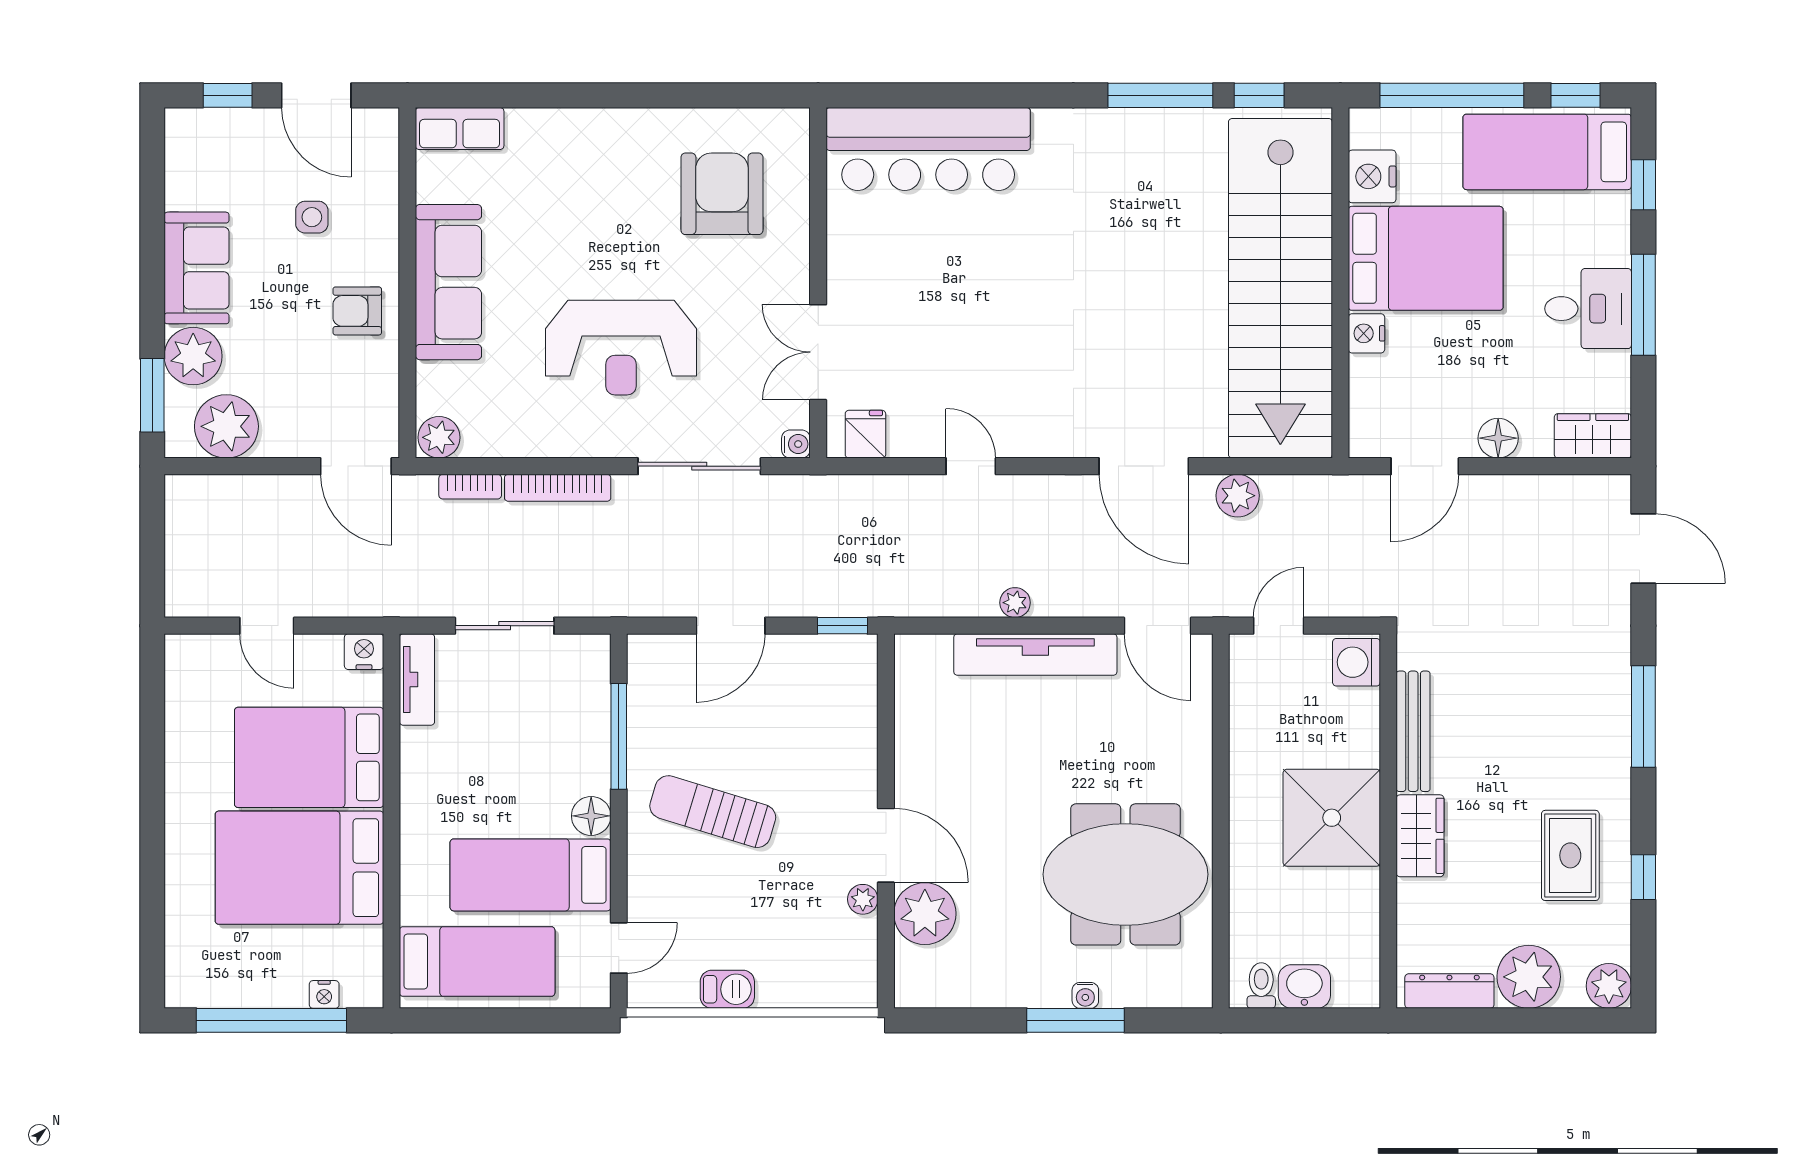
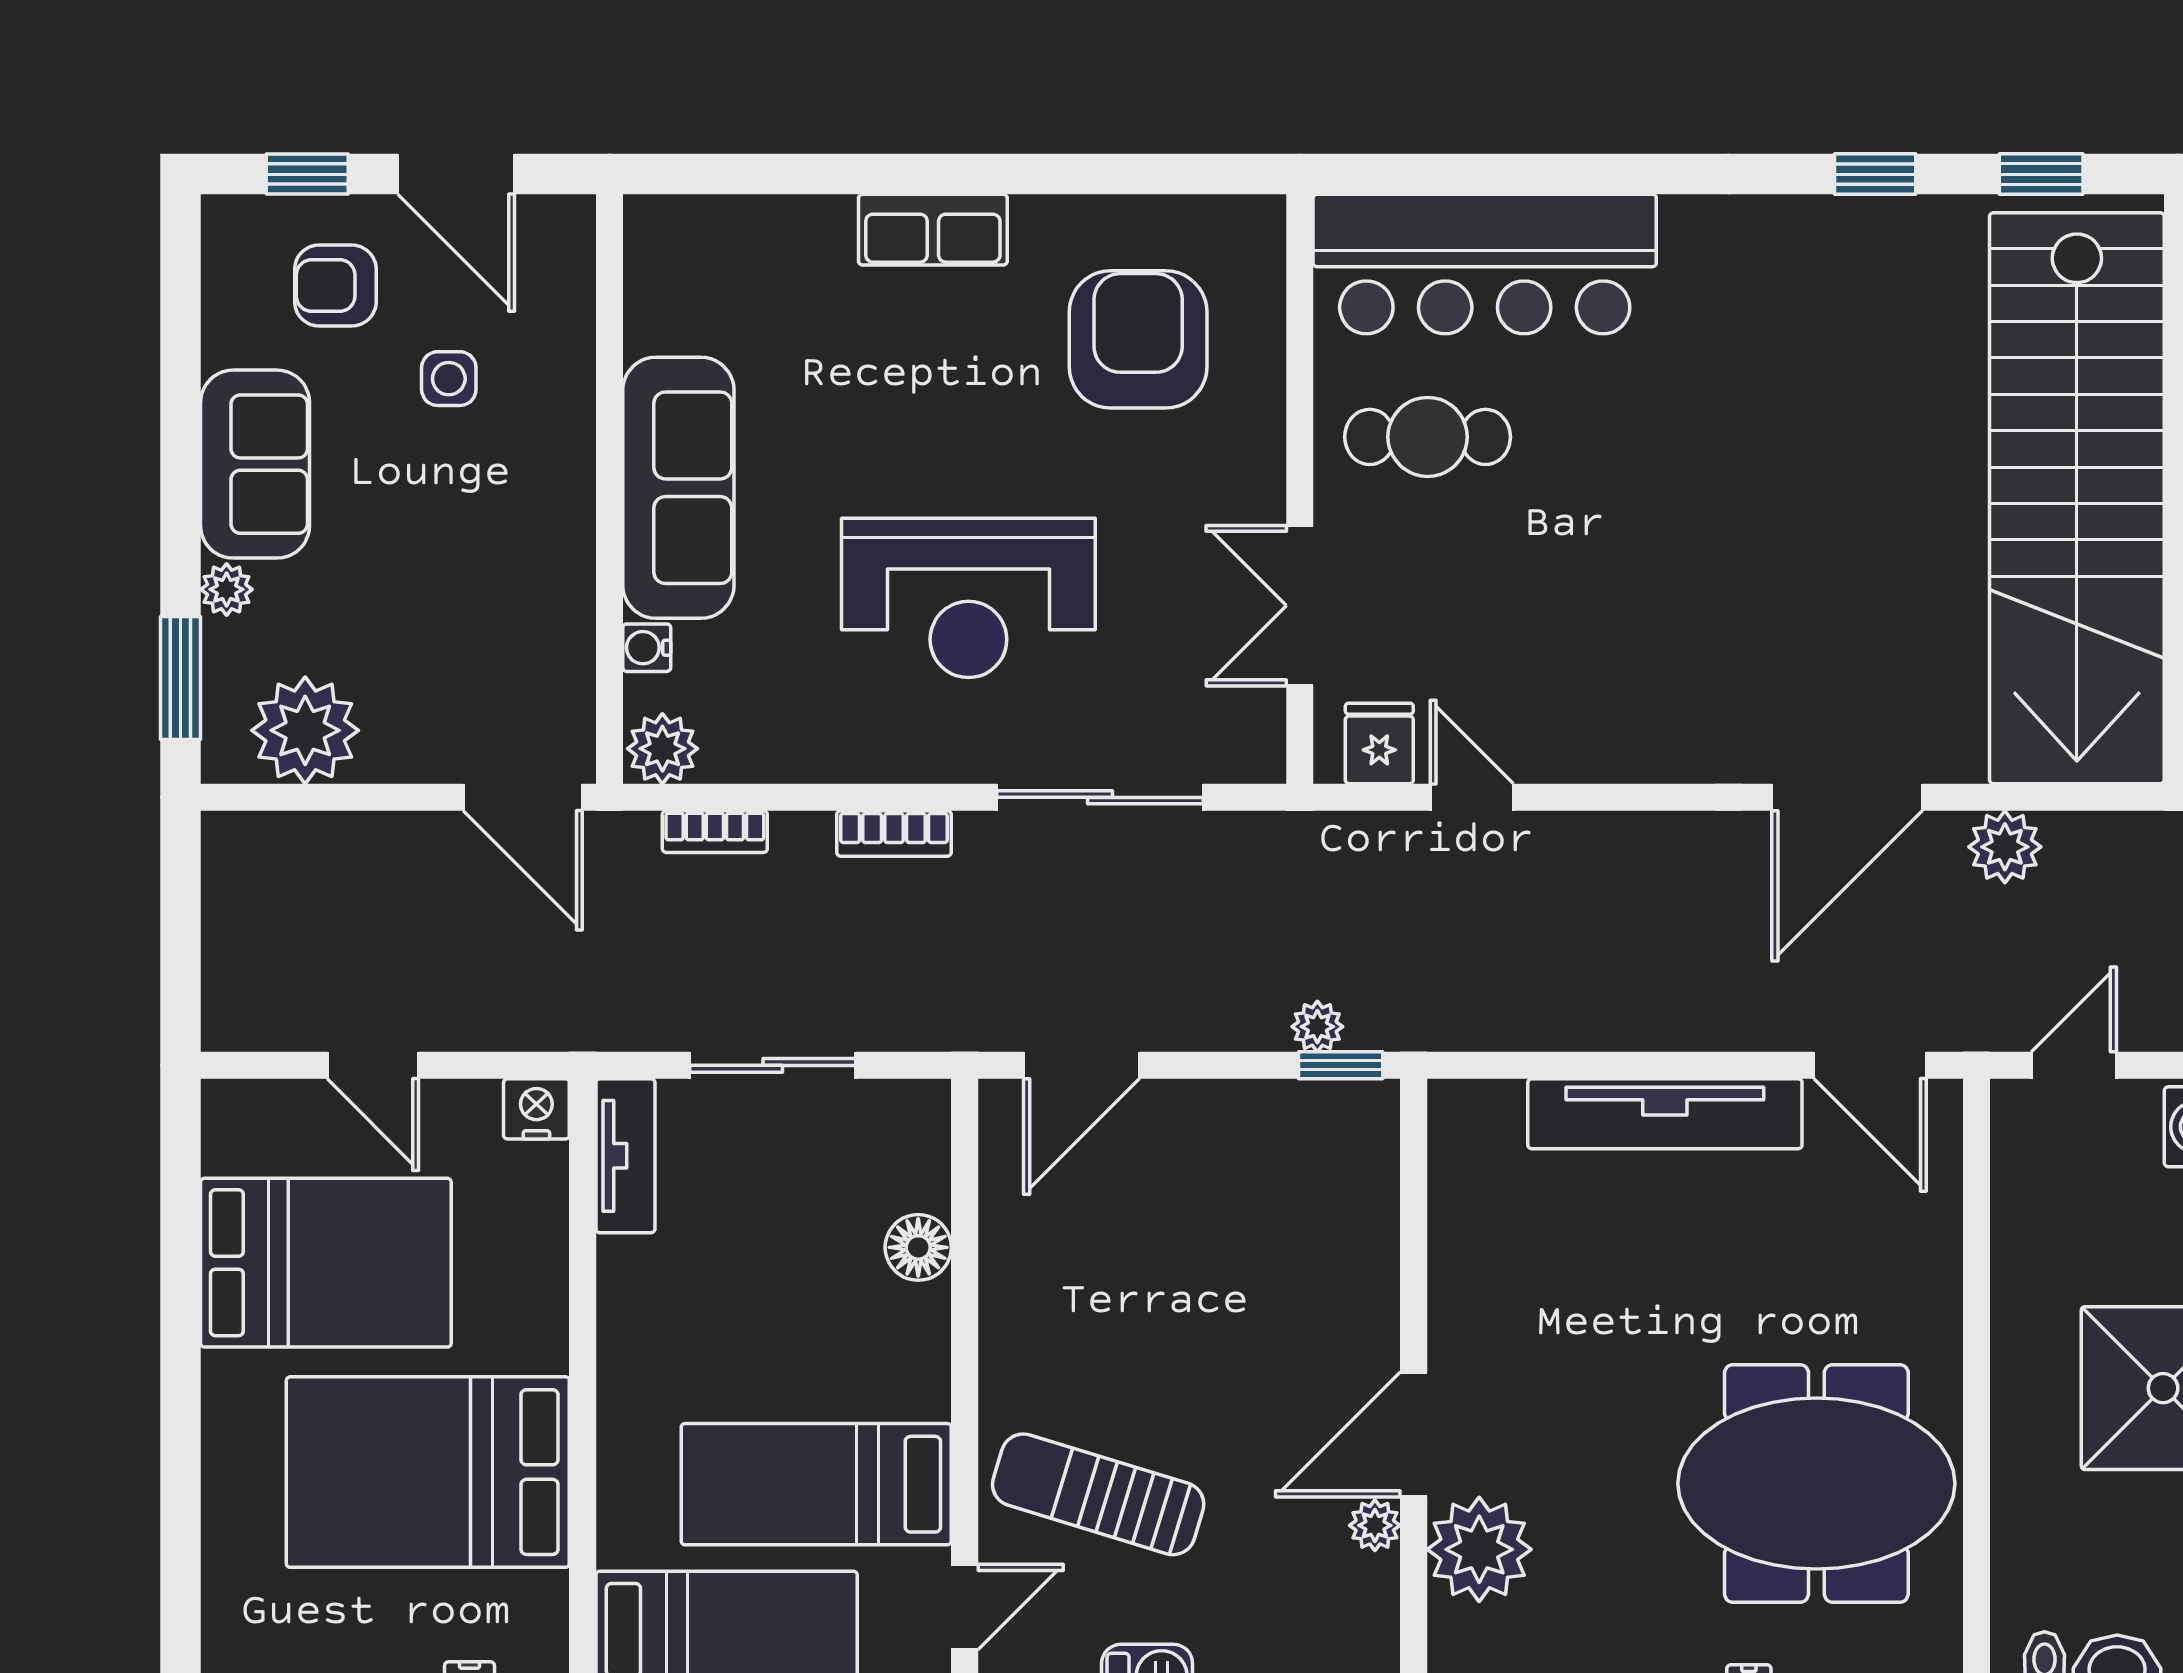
window: (1160, 95) -> (1875, 174), width x0.46
row of seats: (460, 128) -> (933, 230), moved
cafe table: (894, 252) -> (1428, 437), added
armchair: (357, 311) -> (335, 285), moved
plant: (193, 356) -> (227, 589), width x0.53, depth x0.53
water cooler: (796, 444) -> (647, 648), moved, turned 180
door: (971, 466) -> (1472, 797), moved
door: (1144, 466) -> (1847, 797), hinge flipped
bookcase: (558, 488) -> (894, 834), width x0.64
plant: (1015, 603) -> (1317, 1027), moved
door: (731, 626) -> (1081, 1065), moved
window: (619, 736) -> (965, 1251), removed
bed: (309, 757) -> (326, 1263), moved, turned 180
sun lounger: (713, 812) -> (1098, 1494), moved
floor lamp: (591, 816) -> (918, 1247), moved
door: (886, 845) -> (1414, 1434), swing flipped

